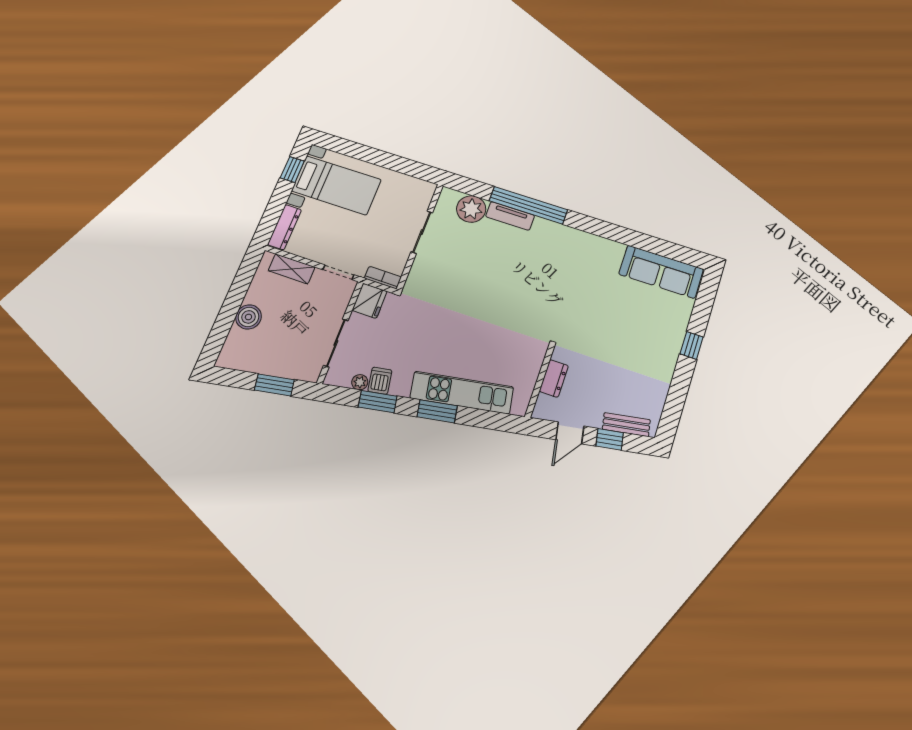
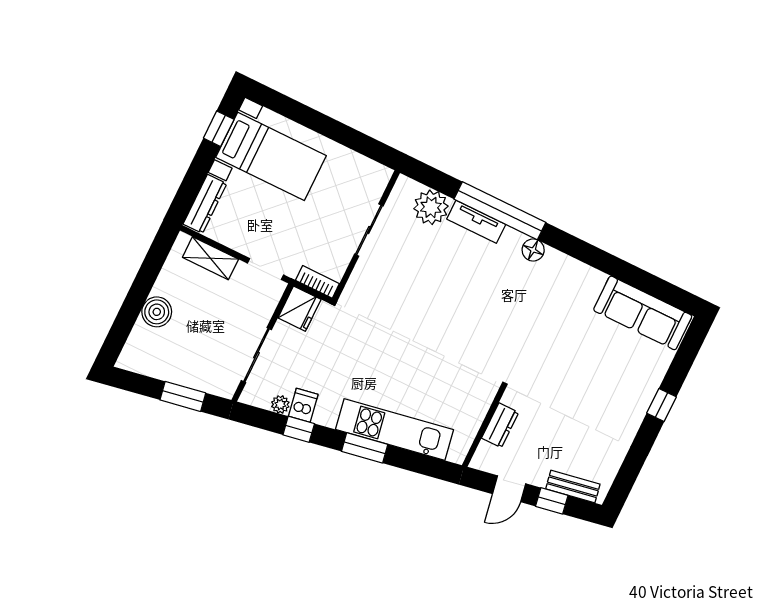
floor lamp: (560, 232) -> (533, 250), added
window: (378, 402) -> (299, 429), width x0.67

